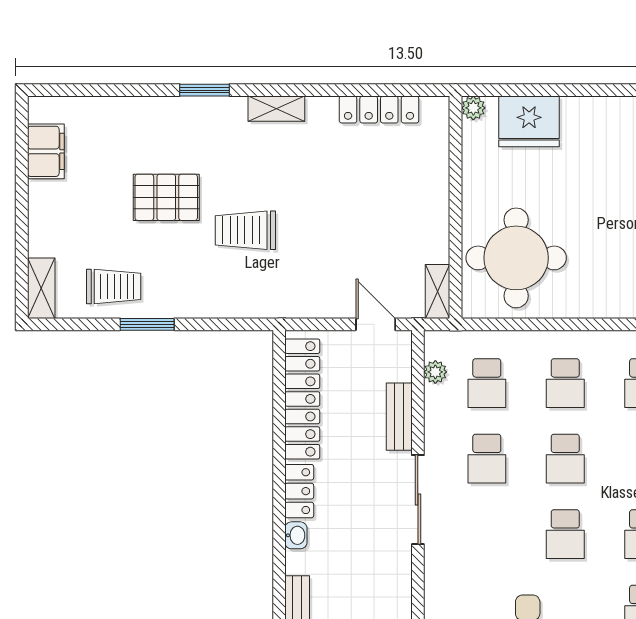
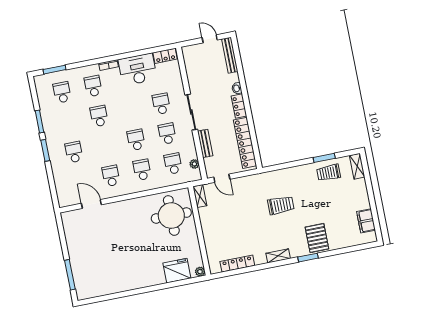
pallet: (166, 197) -> (317, 238), moved, turned 90
window: (147, 324) -> (324, 158), moved
school desk: (565, 534) -> (161, 104), moved

